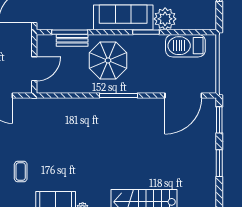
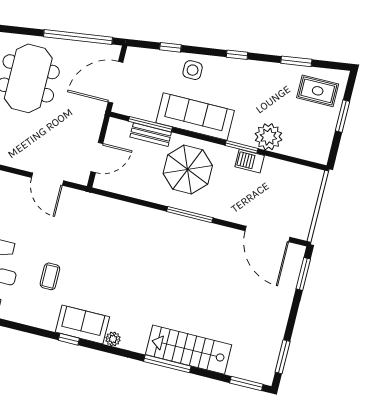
sofa: (123, 17) -> (195, 117), moved
barbecue: (185, 46) -> (250, 161), moved, width x0.53, depth x0.65
door: (183, 95) -> (267, 234), hinge flipped
window: (219, 163) -> (283, 357), moved

